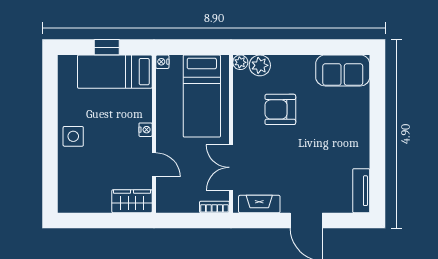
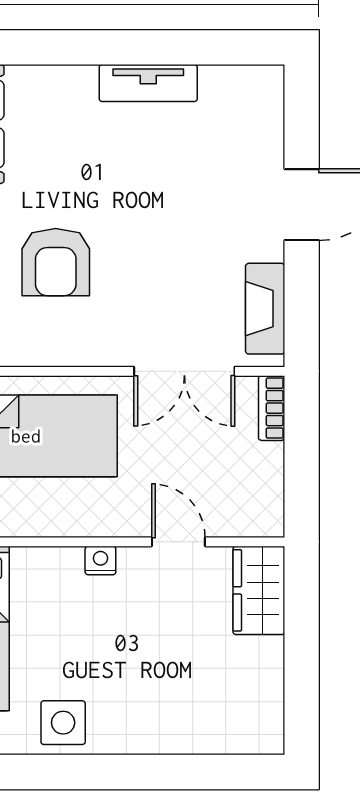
side table: (73, 136) -> (63, 723), moved
door: (154, 165) -> (178, 542), hinge flipped
tv unit: (361, 191) -> (148, 83), moved

